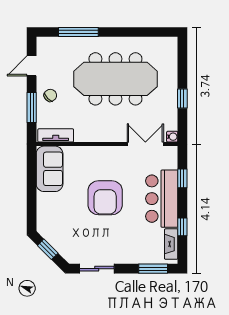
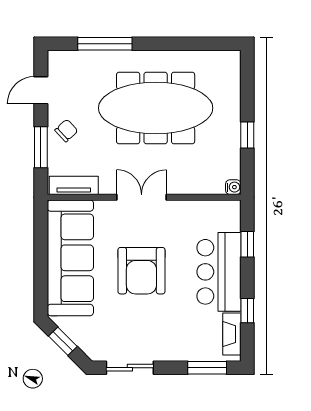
double door: (145, 144) -> (142, 197), moved
sofa: (50, 169) -> (70, 258), width x1.85, depth x1.27

